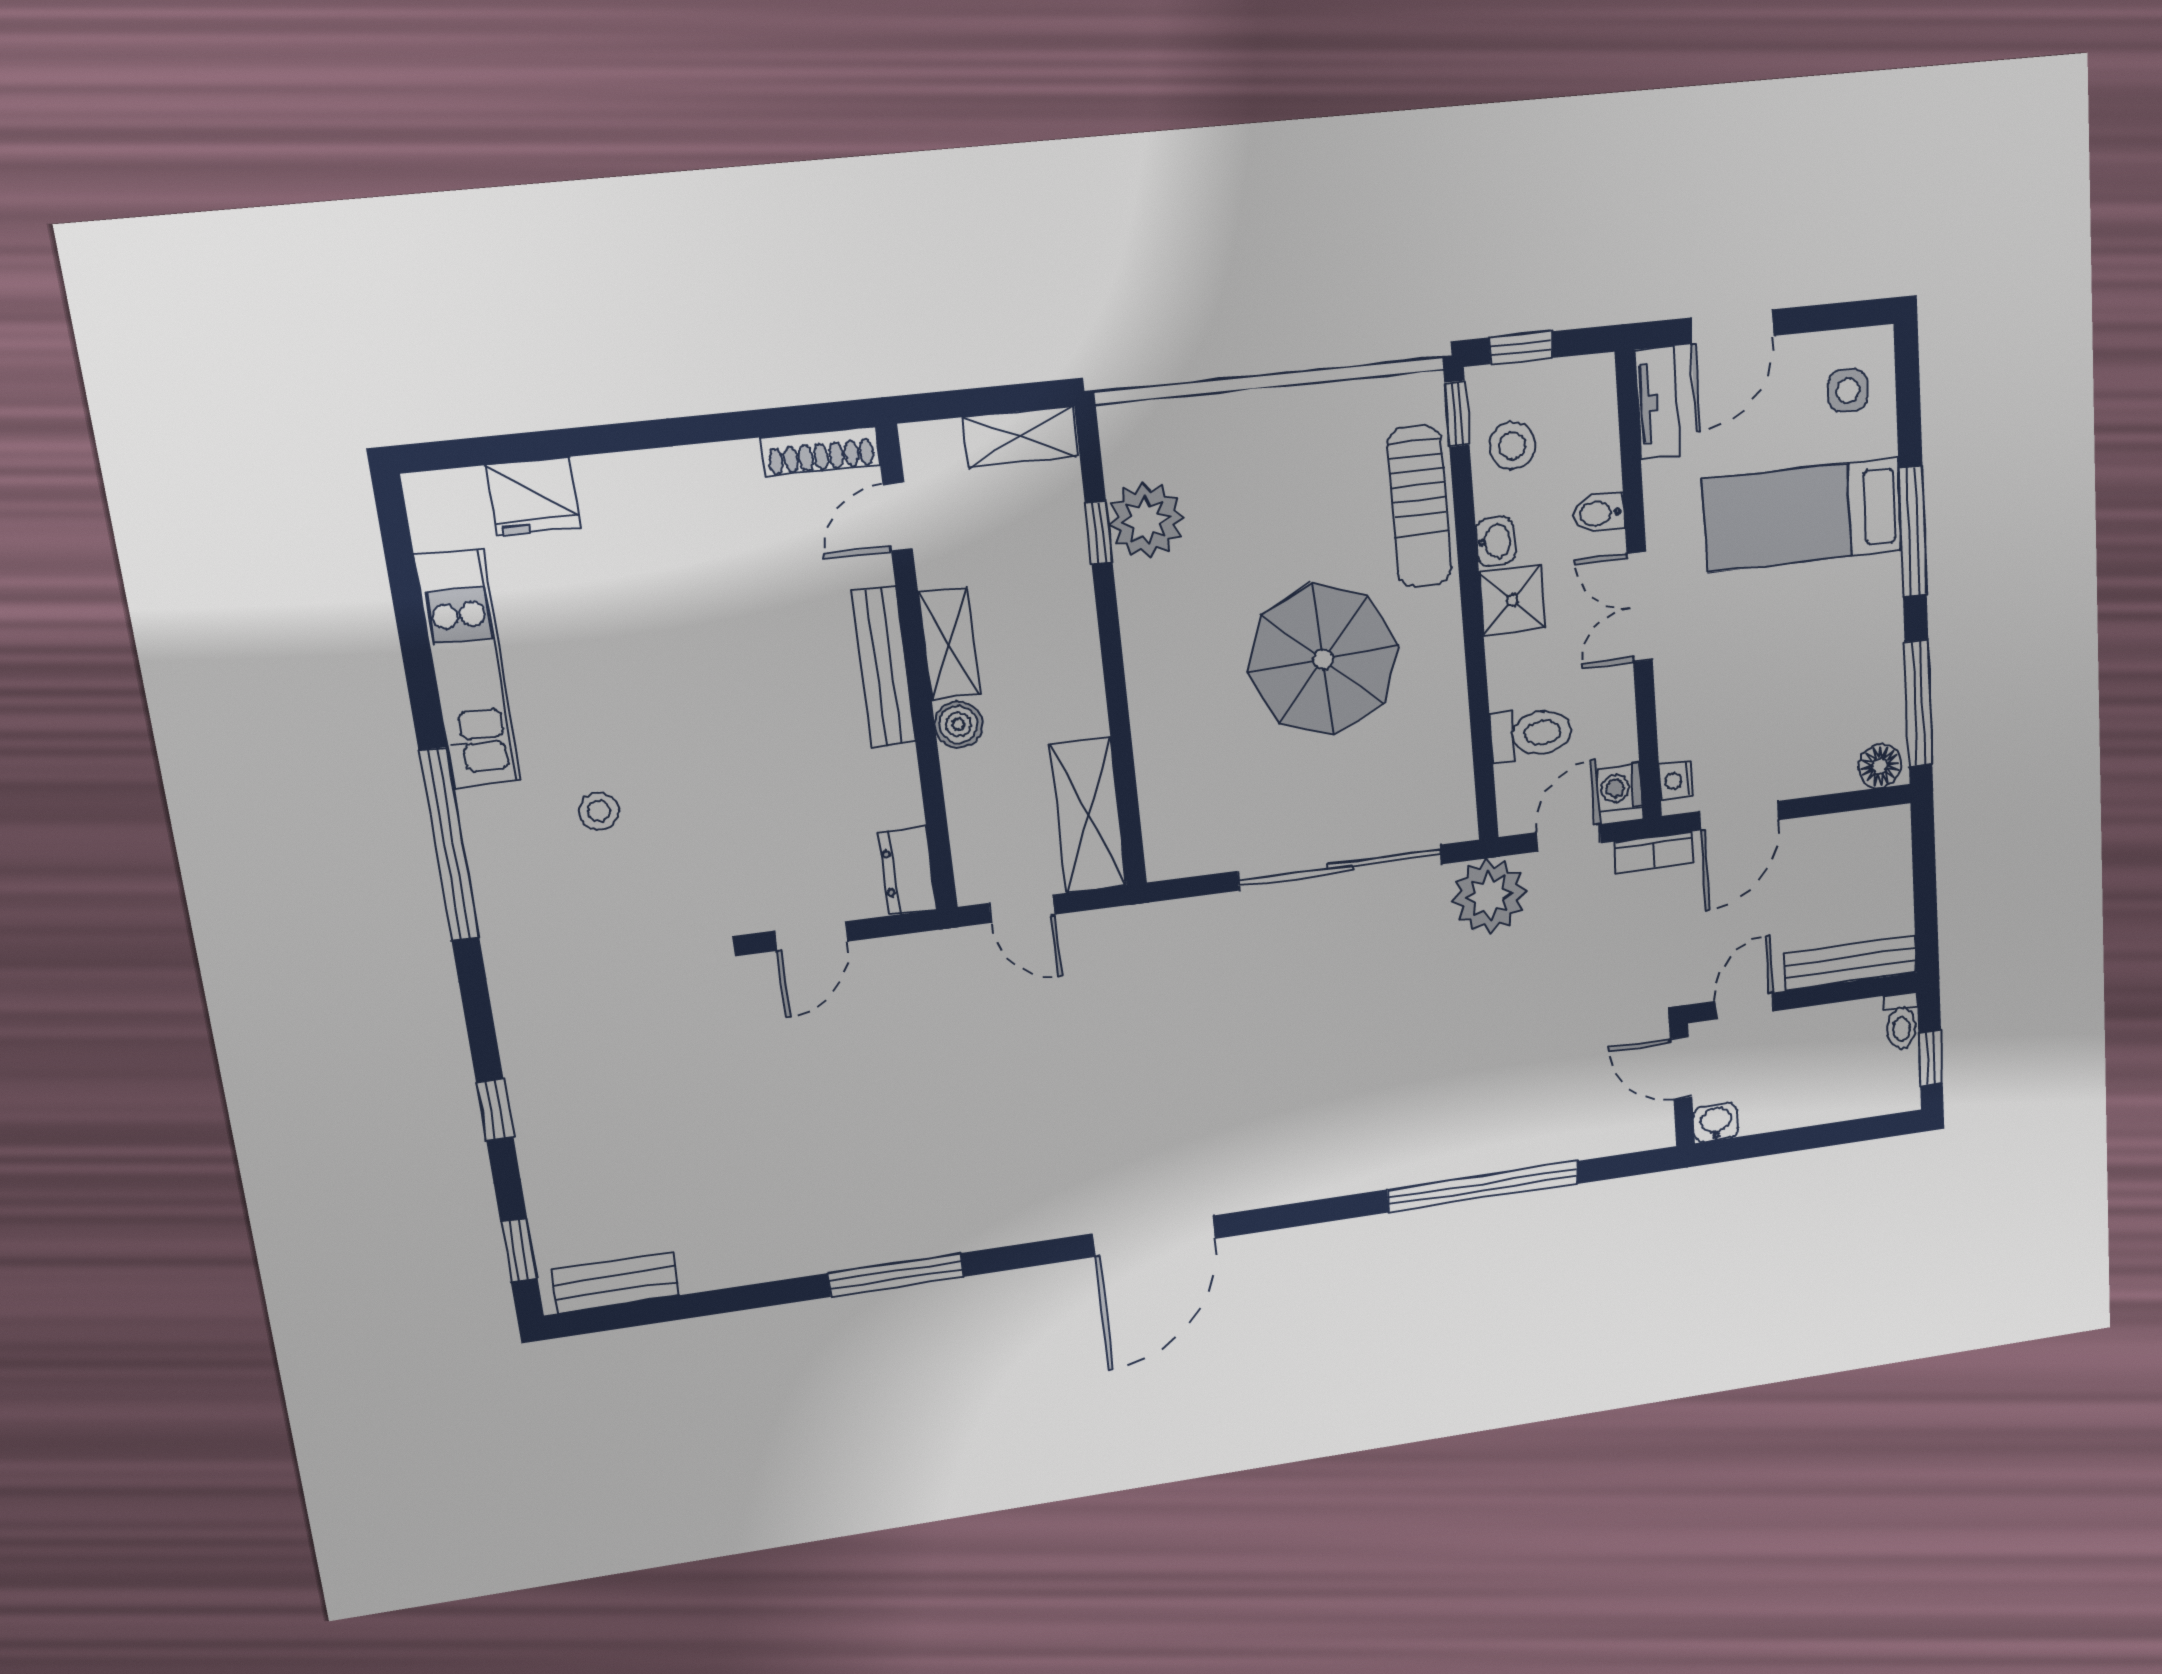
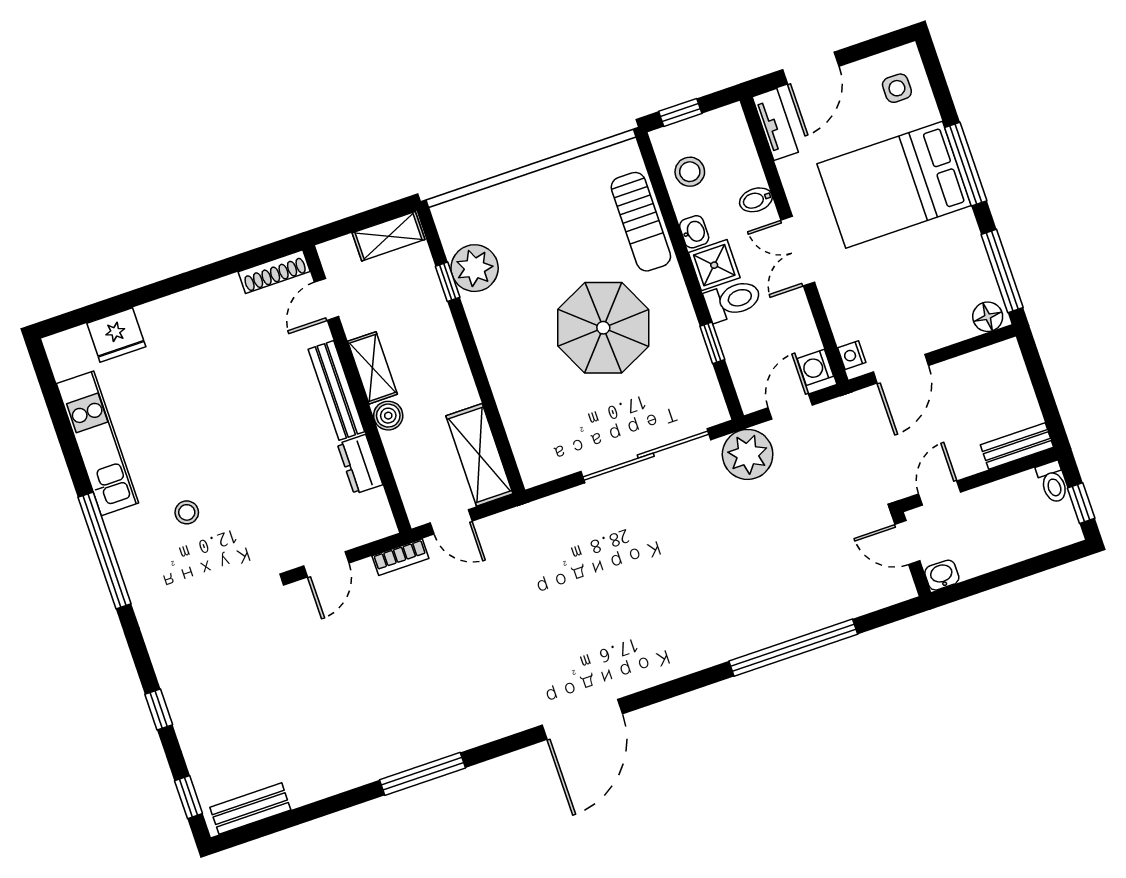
window: (1457, 414) -> (712, 343), moved
bed: (1803, 515) -> (894, 185), width x1.50
toilet: (1531, 734) -> (733, 300), moved
bookcase: (1654, 852) -> (400, 557), moved
dresser: (907, 871) -> (360, 464), moved
bench: (1850, 963) -> (1017, 446), width x0.73

